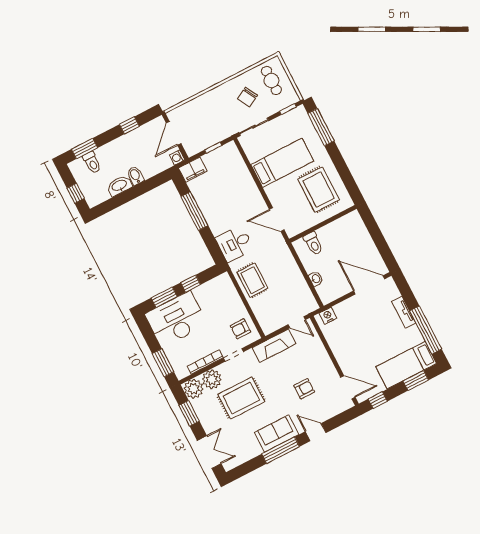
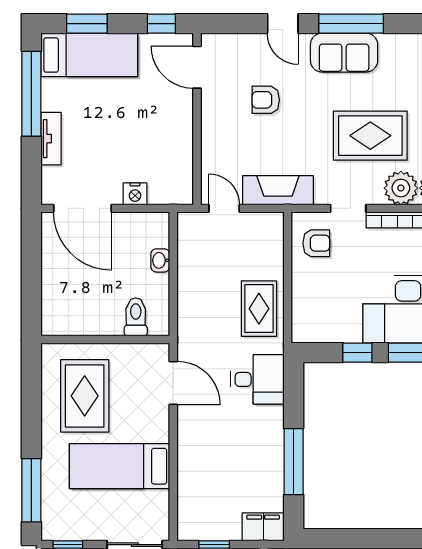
nightstand: (328, 316) -> (135, 194), moved

